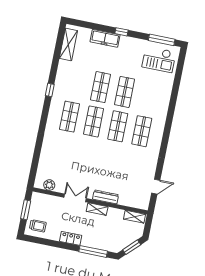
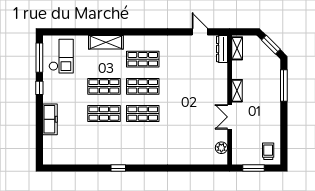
window: (121, 32) -> (39, 88), moved
shelving: (68, 44) -> (106, 42), moved
shop shelf: (70, 117) -> (143, 141), removed
dresser: (106, 197) -> (222, 49), moved
locker: (71, 238) -> (275, 113), removed

